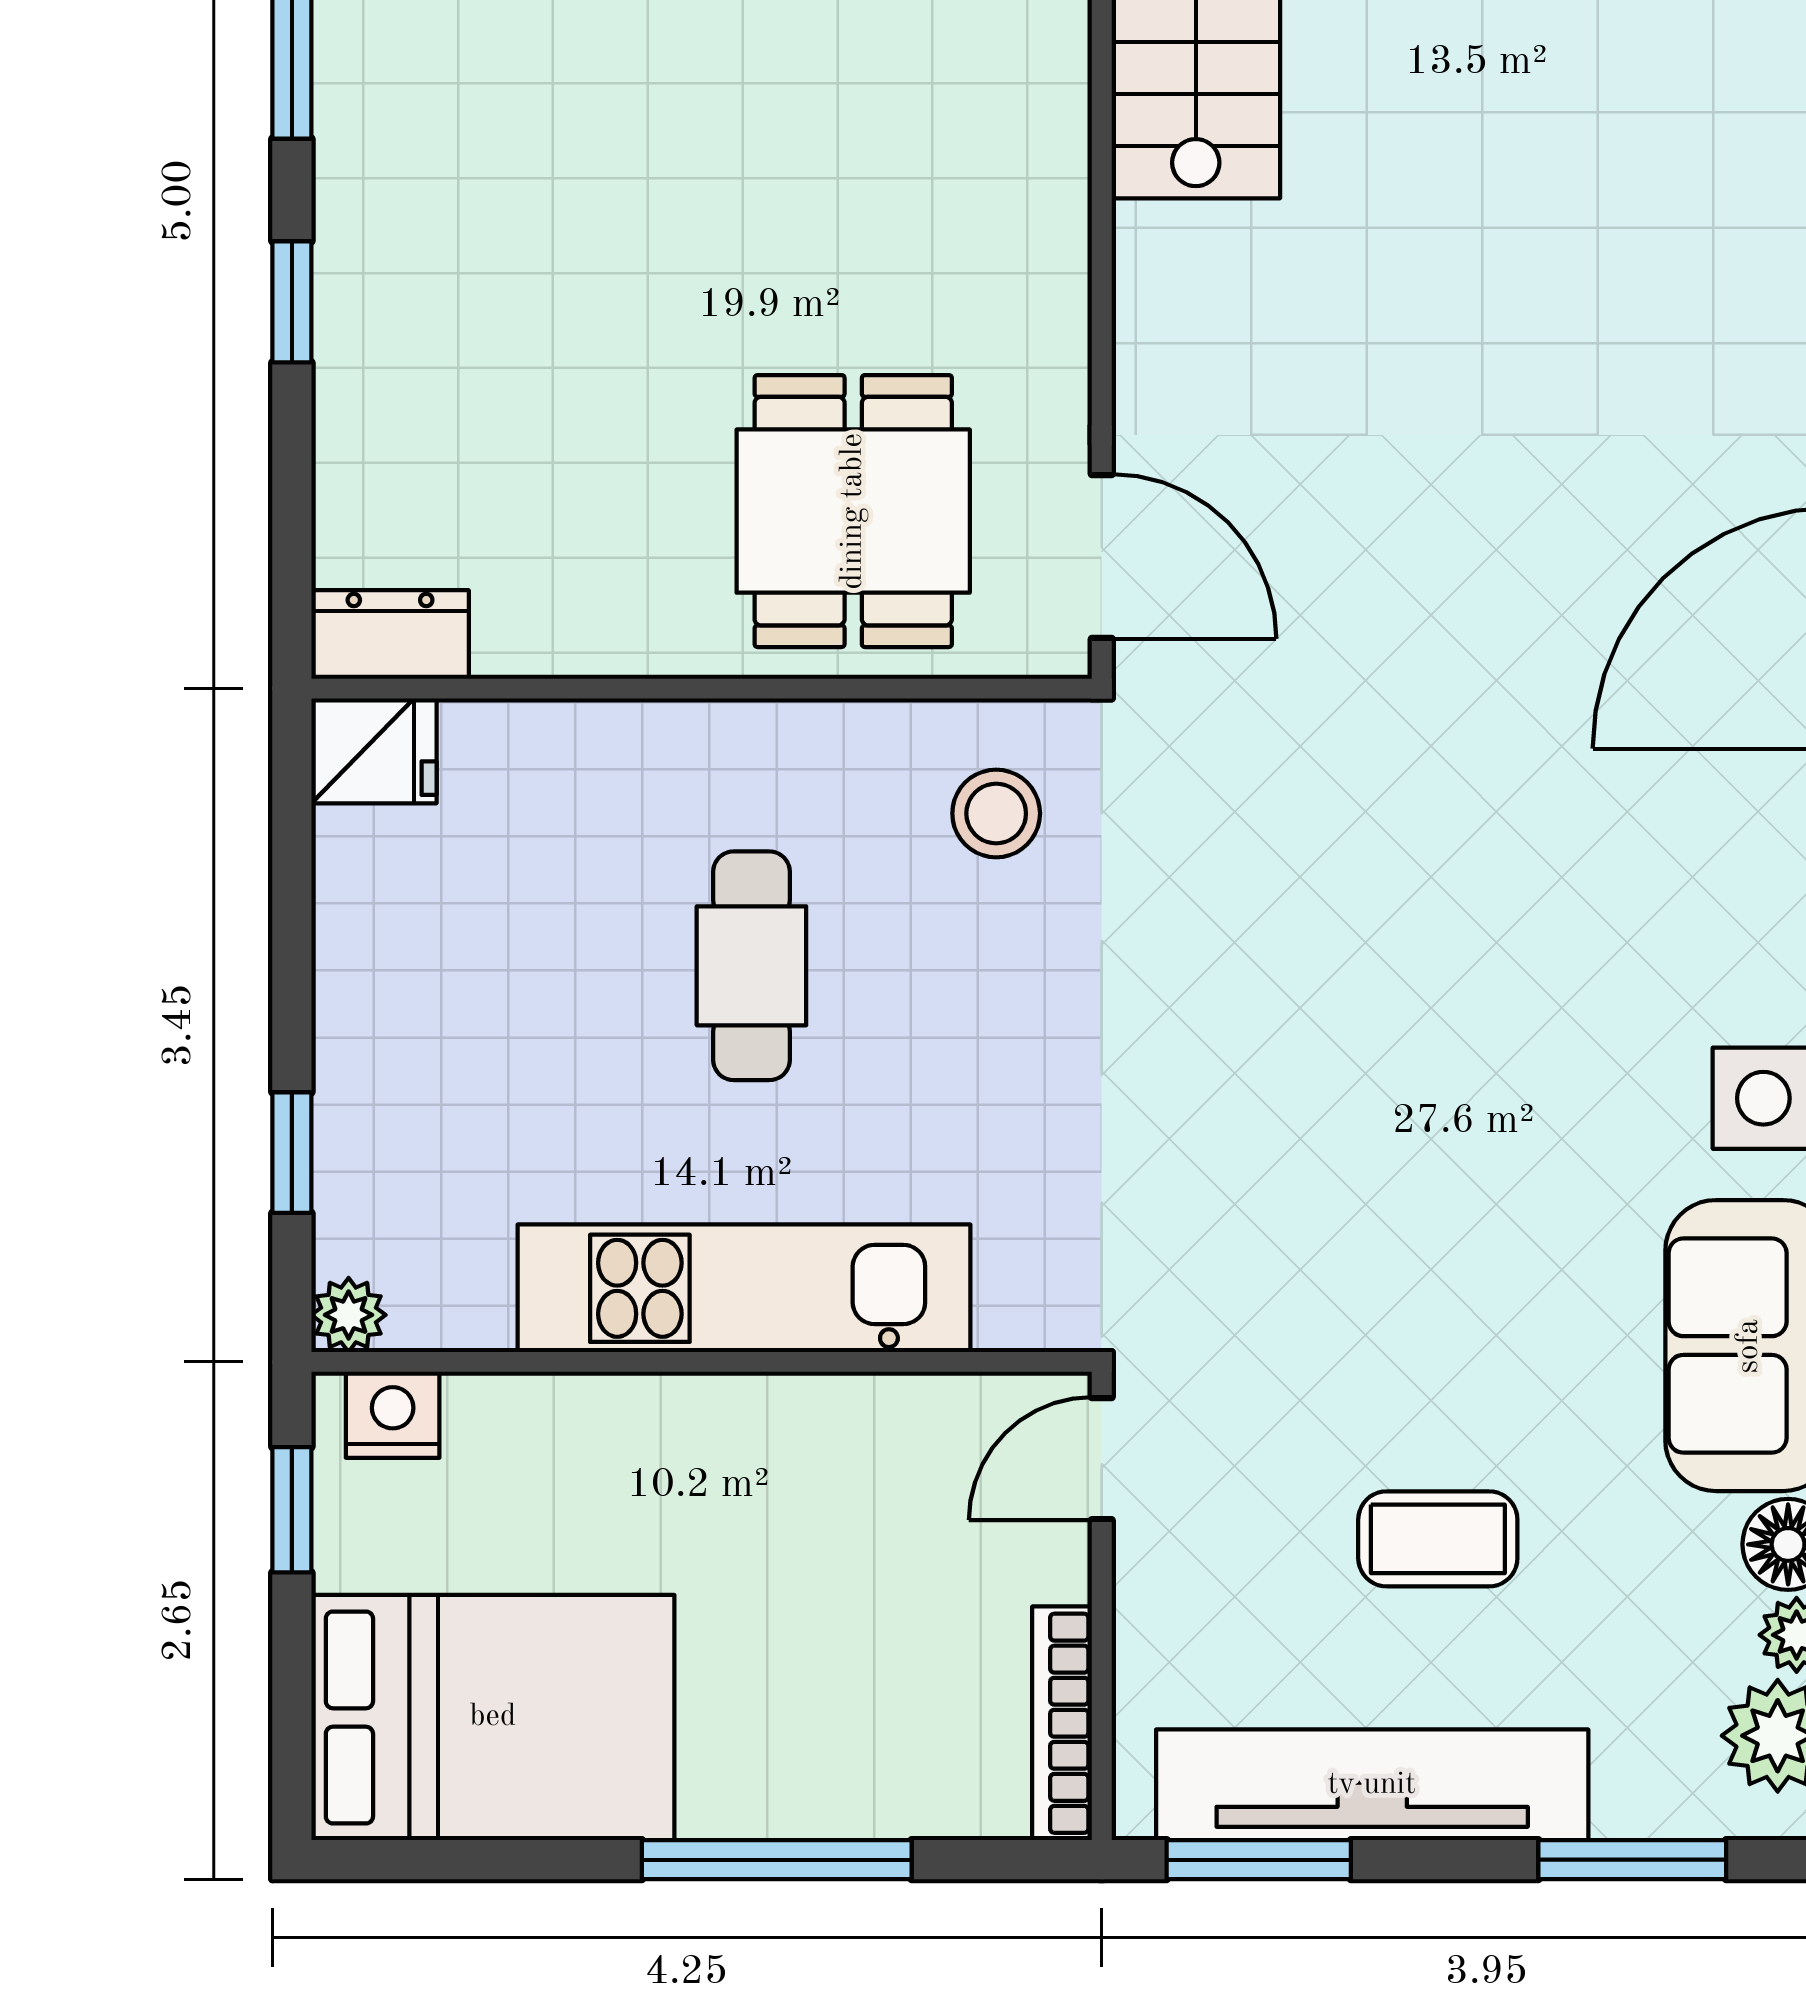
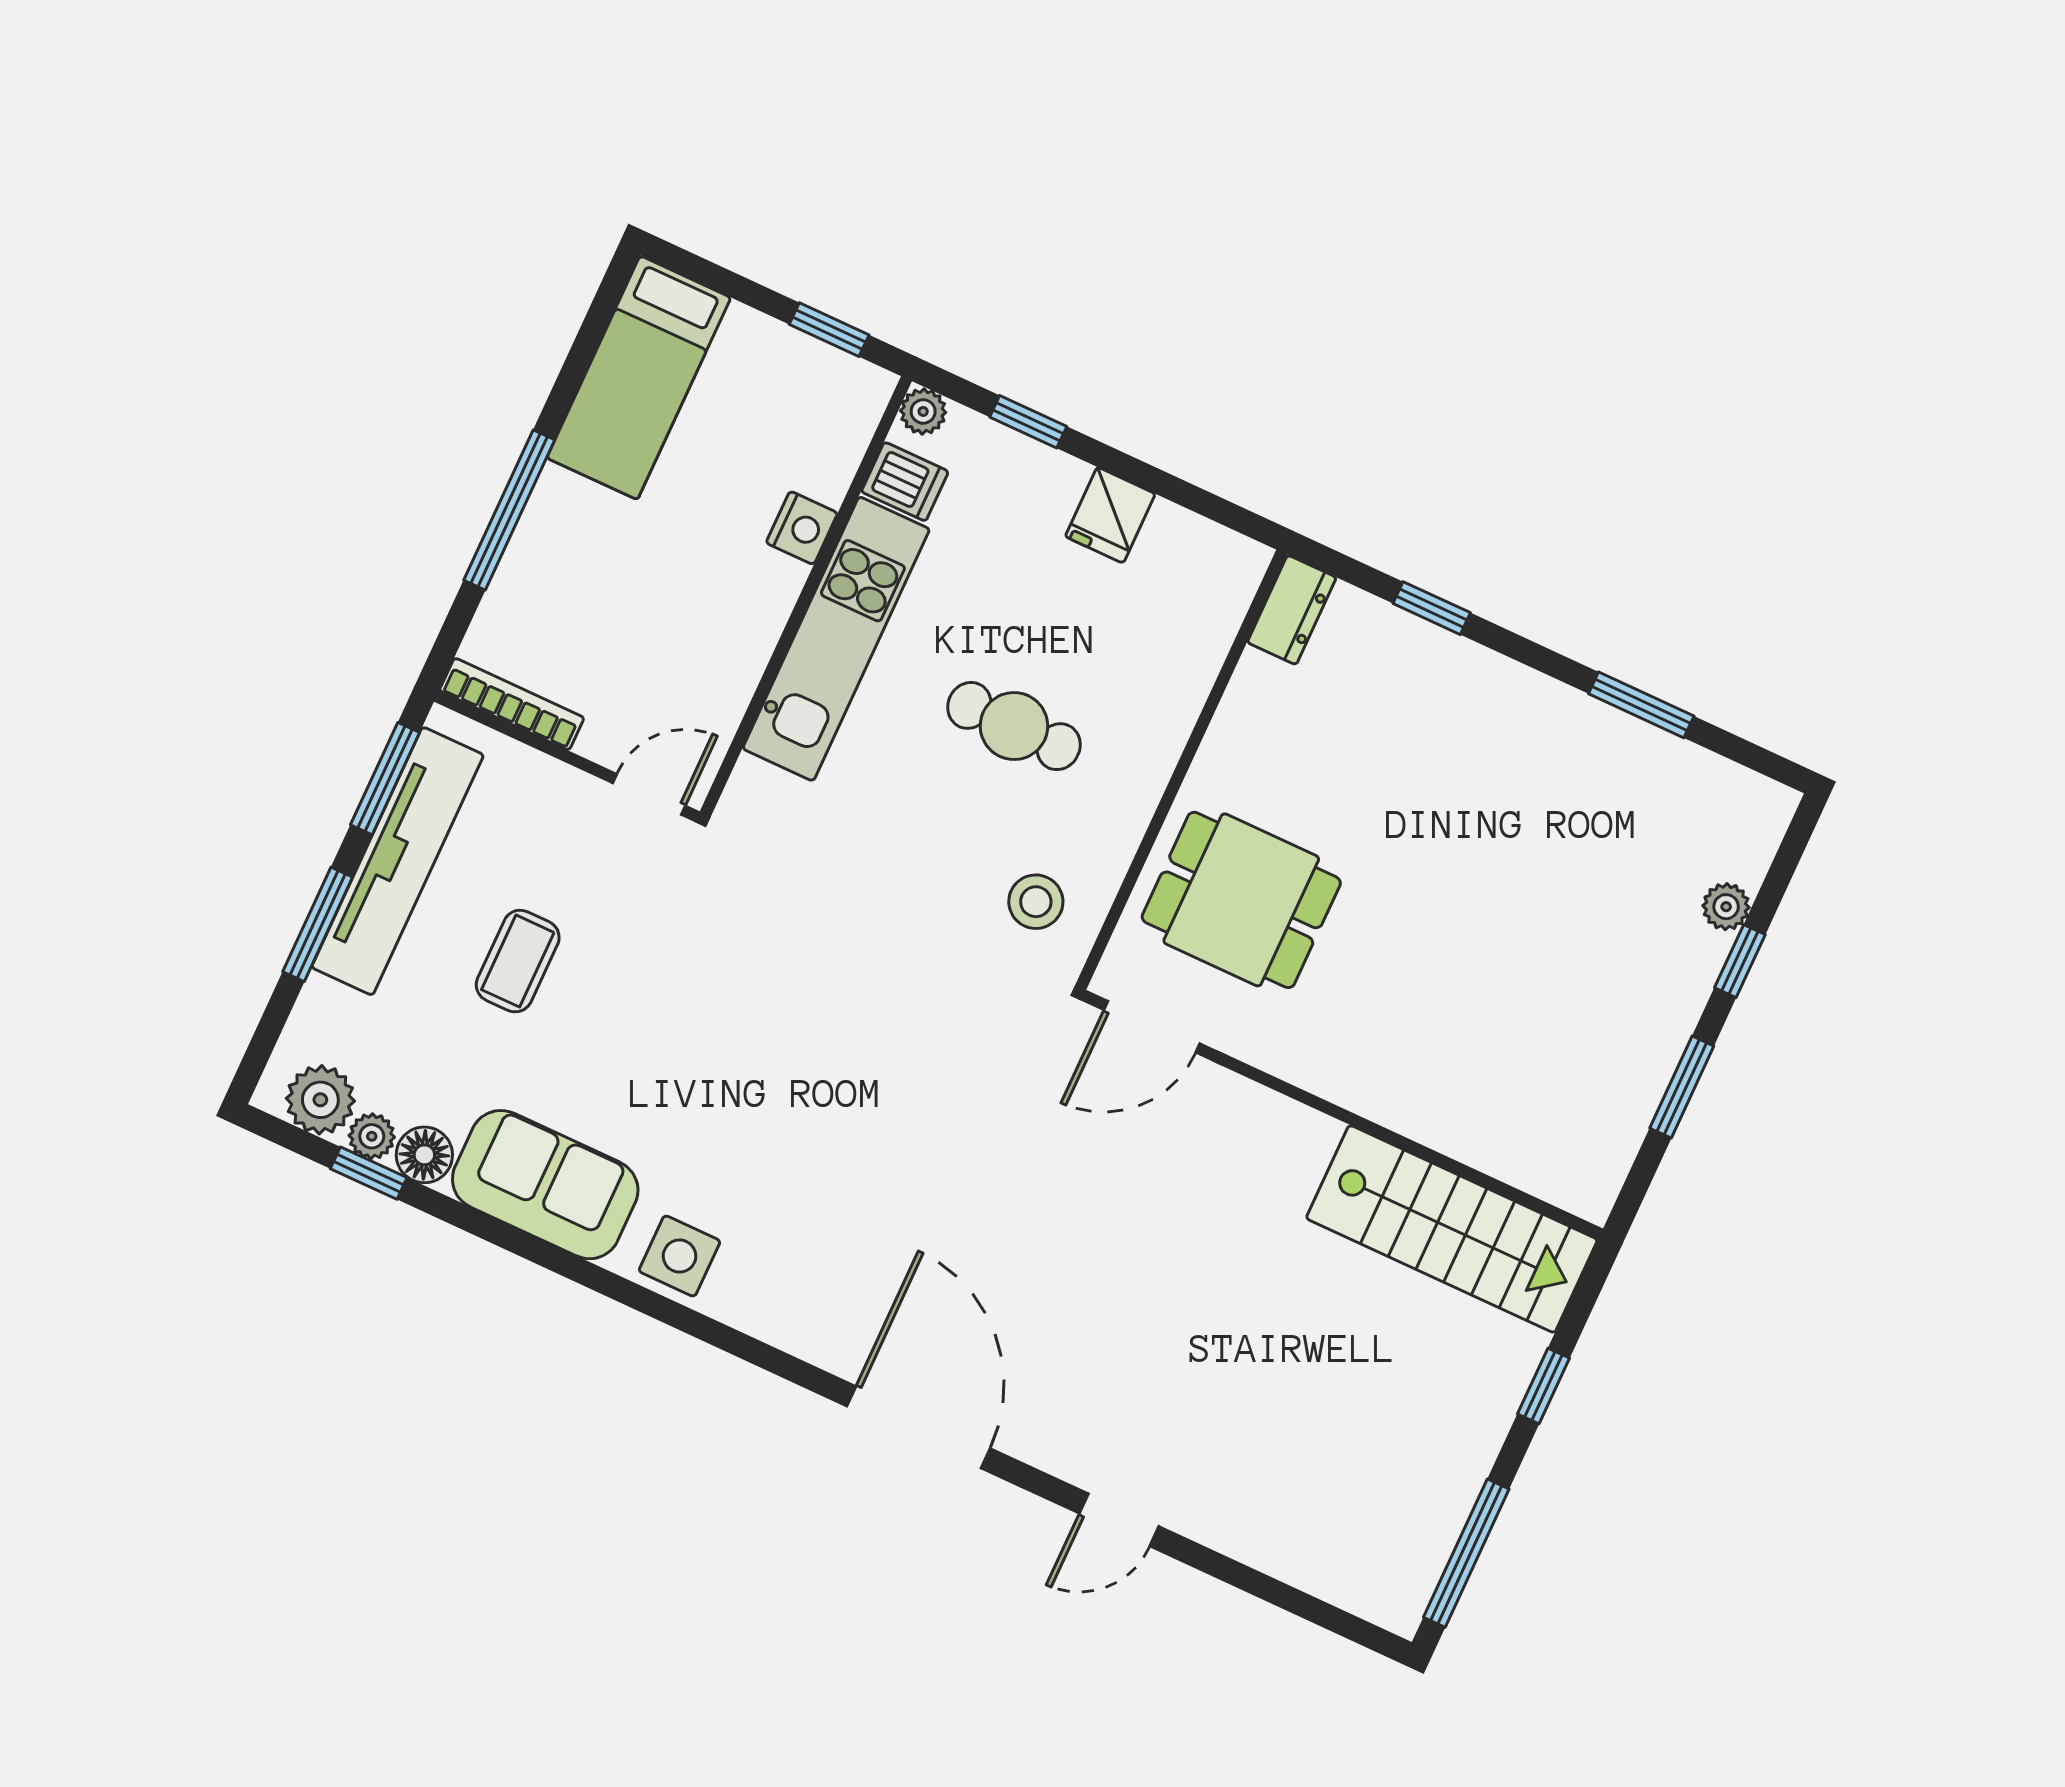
window: (292, 302) -> (1432, 608), moved
fridge: (374, 751) -> (1110, 515), moved
dishwasher: (465, 1294) -> (905, 482), added
nightstand: (393, 1415) -> (802, 528), moved
door: (1102, 1459) -> (649, 794), hinge flipped
bed: (493, 1717) -> (639, 378), width x0.67
window: (1632, 1860) -> (318, 924), moved

